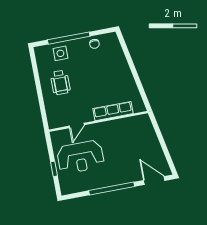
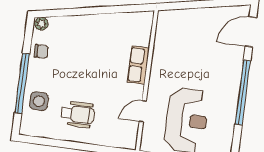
plant: (113, 38) -> (41, 24), added
row of seats: (113, 111) -> (138, 65), width x0.68
door: (77, 125) -> (143, 111), swing flipped

